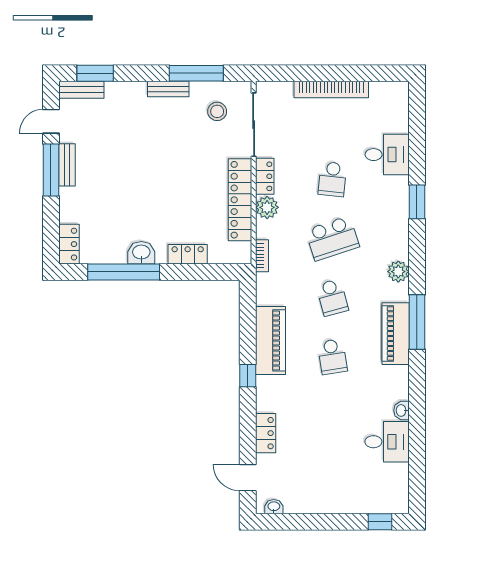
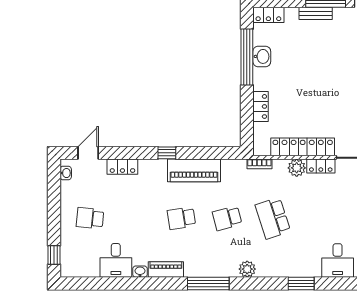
bench: (67, 165) -> (316, 13), moved
school desk: (332, 179) -> (90, 218), moved
washbasin: (141, 253) -> (262, 56), moved
piano: (396, 334) -> (166, 270), moved, width x0.73, depth x0.75

